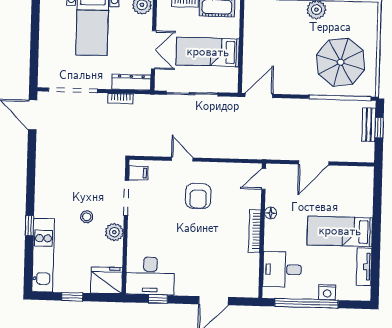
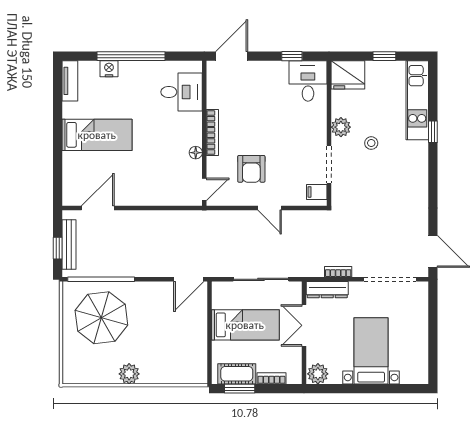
bench: (369, 125) -> (69, 245), width x1.36
door: (314, 163) -> (98, 208), moved
door: (264, 179) -> (204, 189), moved
armchair: (198, 196) -> (251, 169), turned 180
floor lamp: (271, 213) -> (196, 153), moved
bookcase: (255, 231) -> (212, 133), moved
wall: (262, 231) -> (204, 133), moved
tv unit: (364, 267) -> (70, 81), moved
desk: (282, 269) -> (182, 92), moved
desk: (150, 276) -> (308, 81), width x0.73

